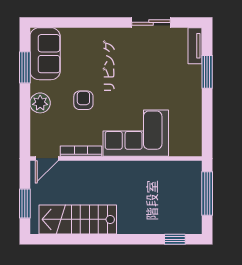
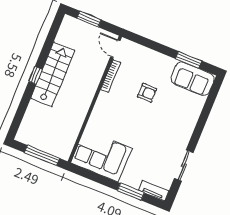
plant: (40, 103) -> (158, 60), removed
corner sofa: (136, 133) -> (101, 155), moved, turned -90
stairs: (78, 219) -> (53, 74), moved
window: (175, 239) -> (36, 75), moved

